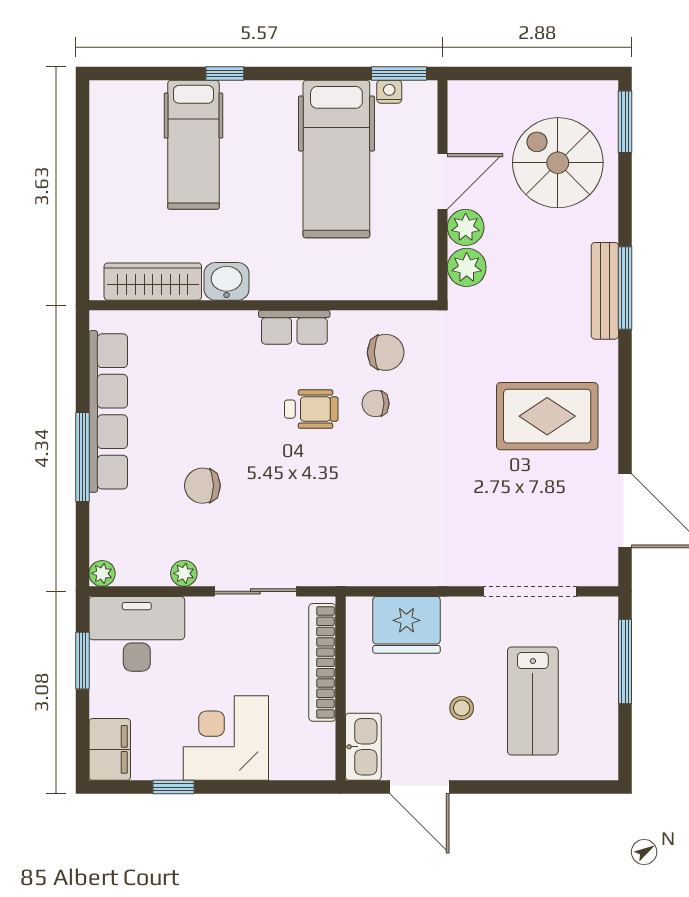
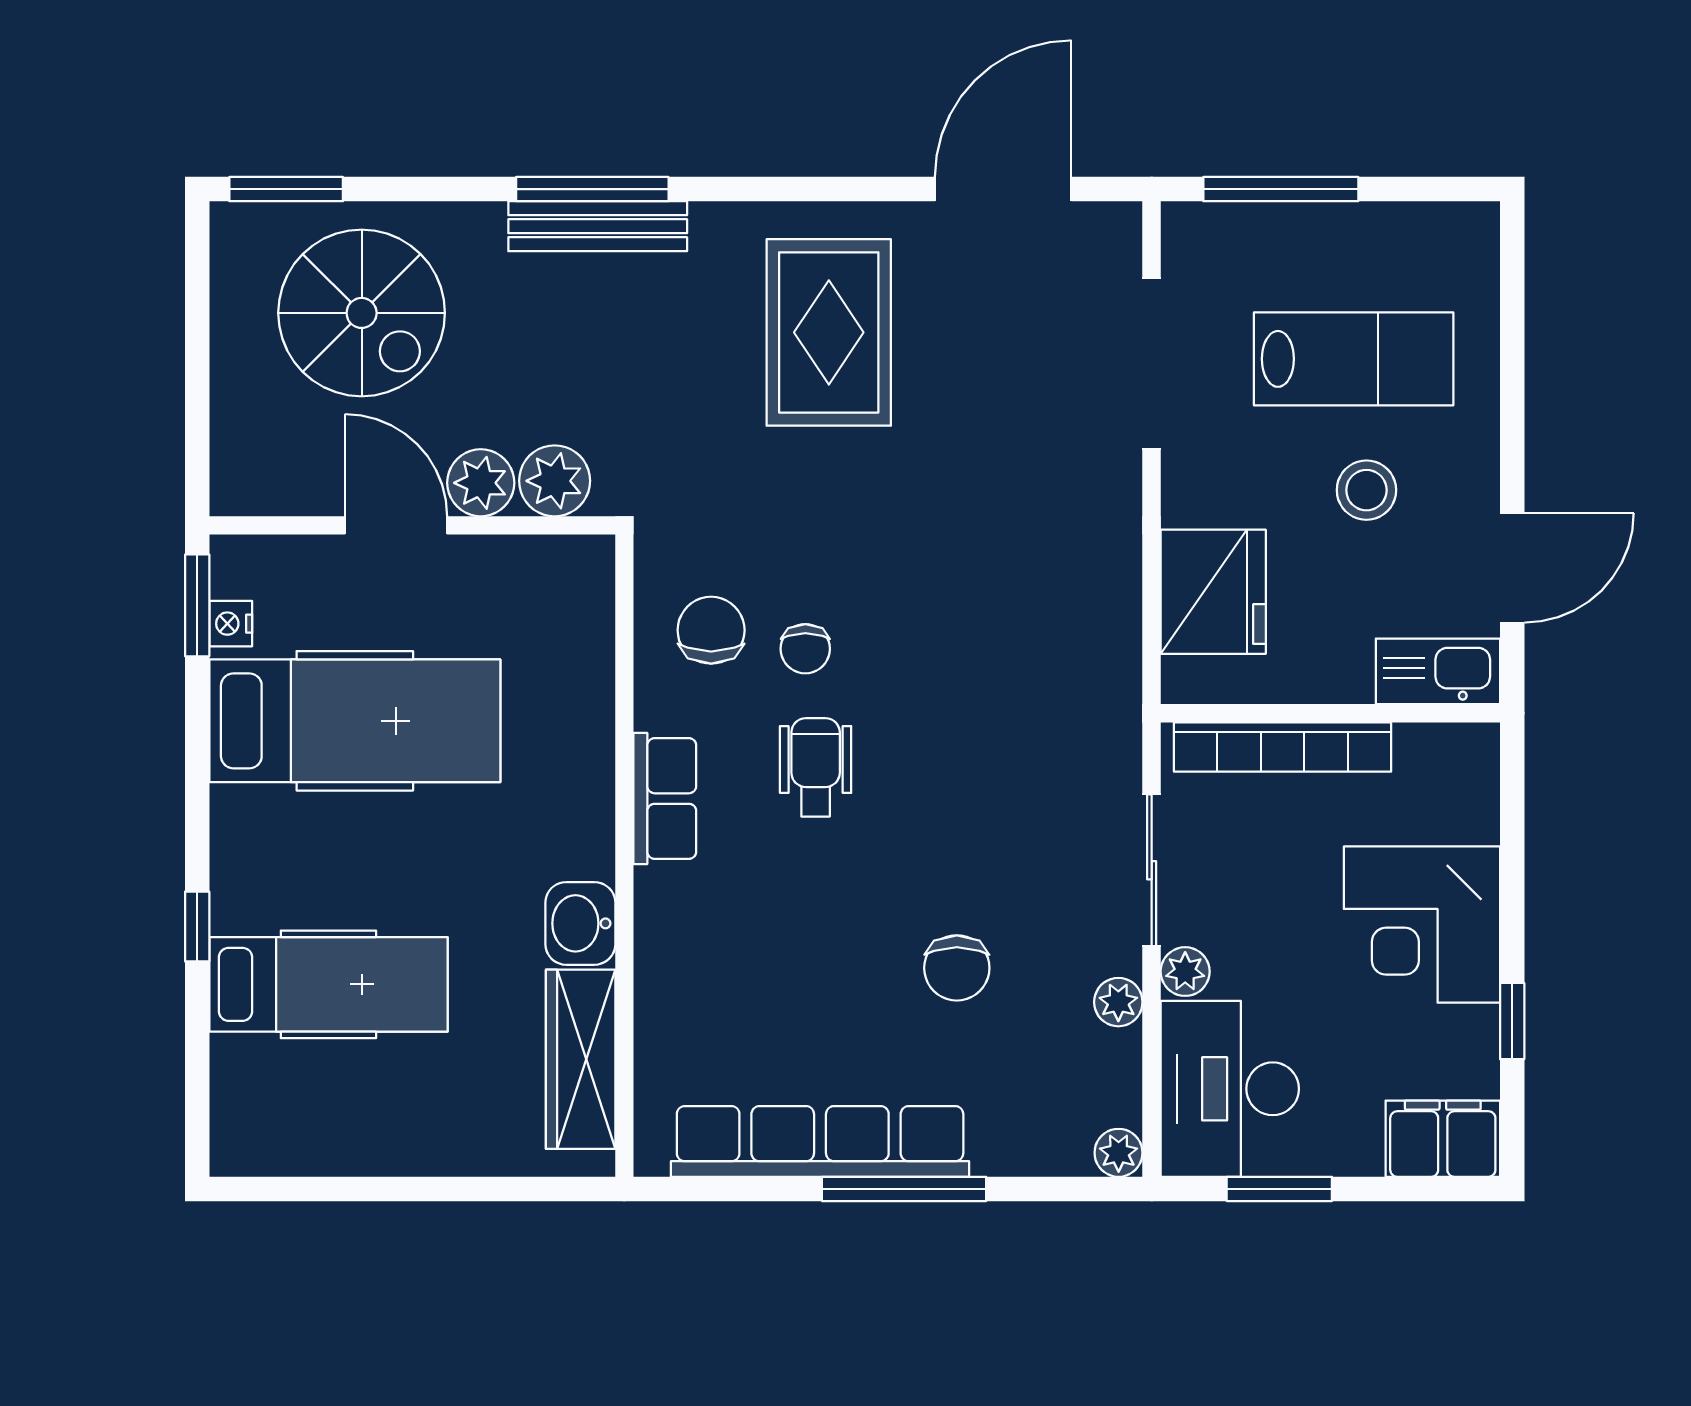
spiral stairs: (558, 163) -> (362, 313), turned -90
plant: (200, 610) -> (1185, 972), added
stool: (462, 708) -> (1366, 490), width x1.37, depth x1.37

